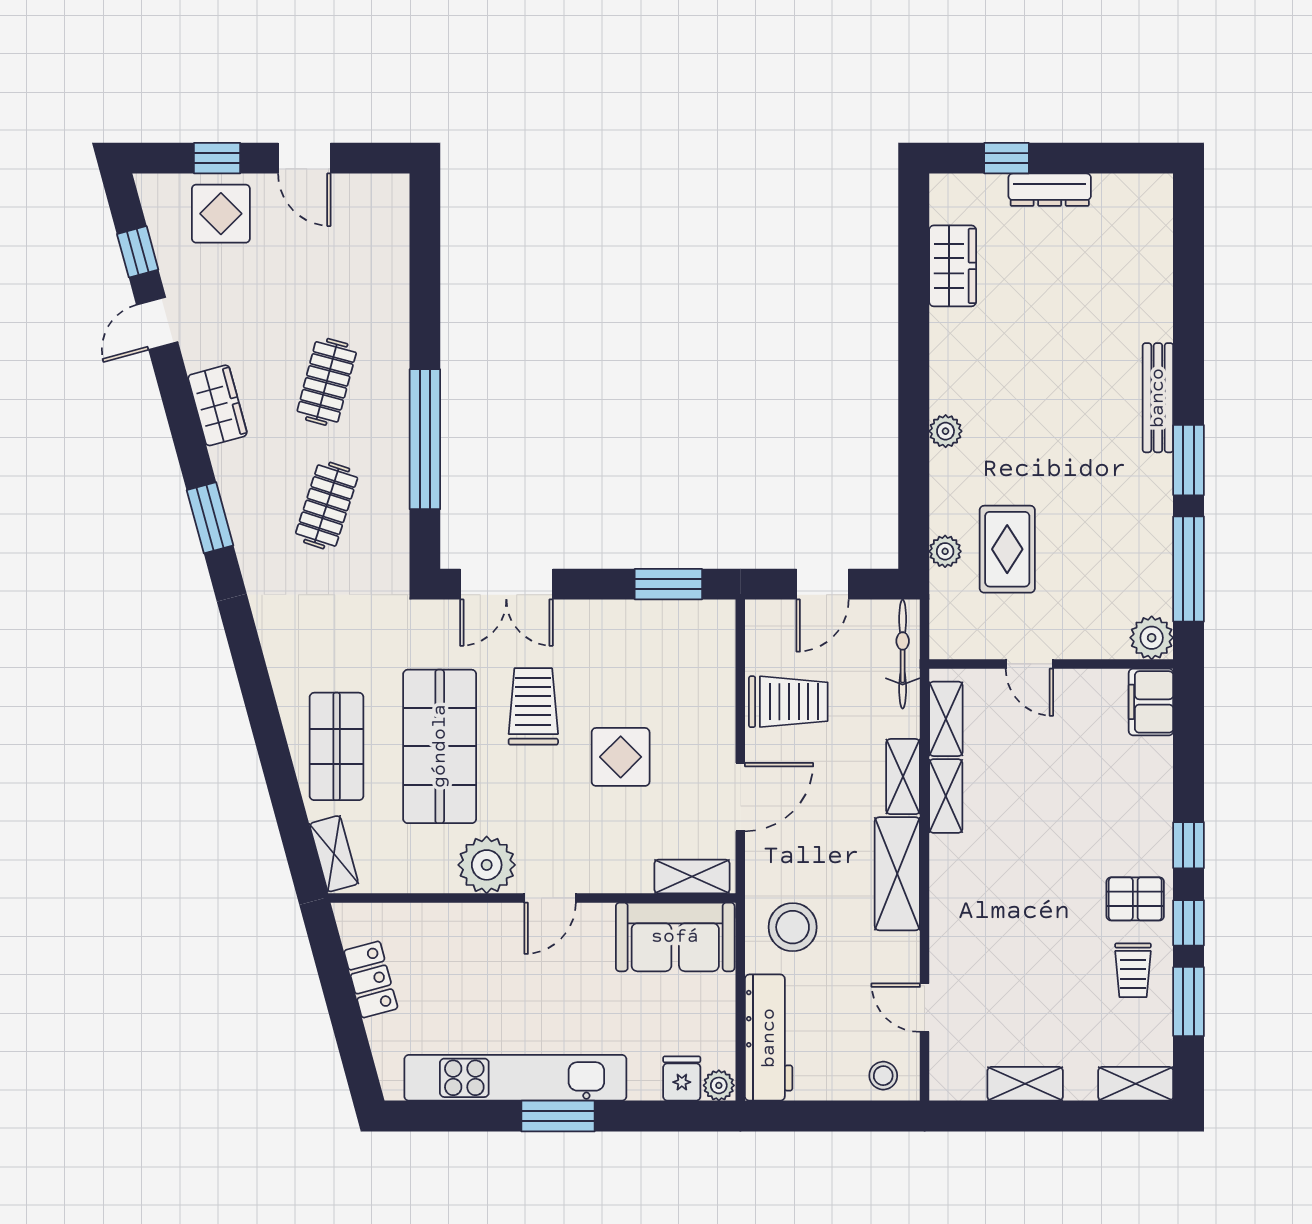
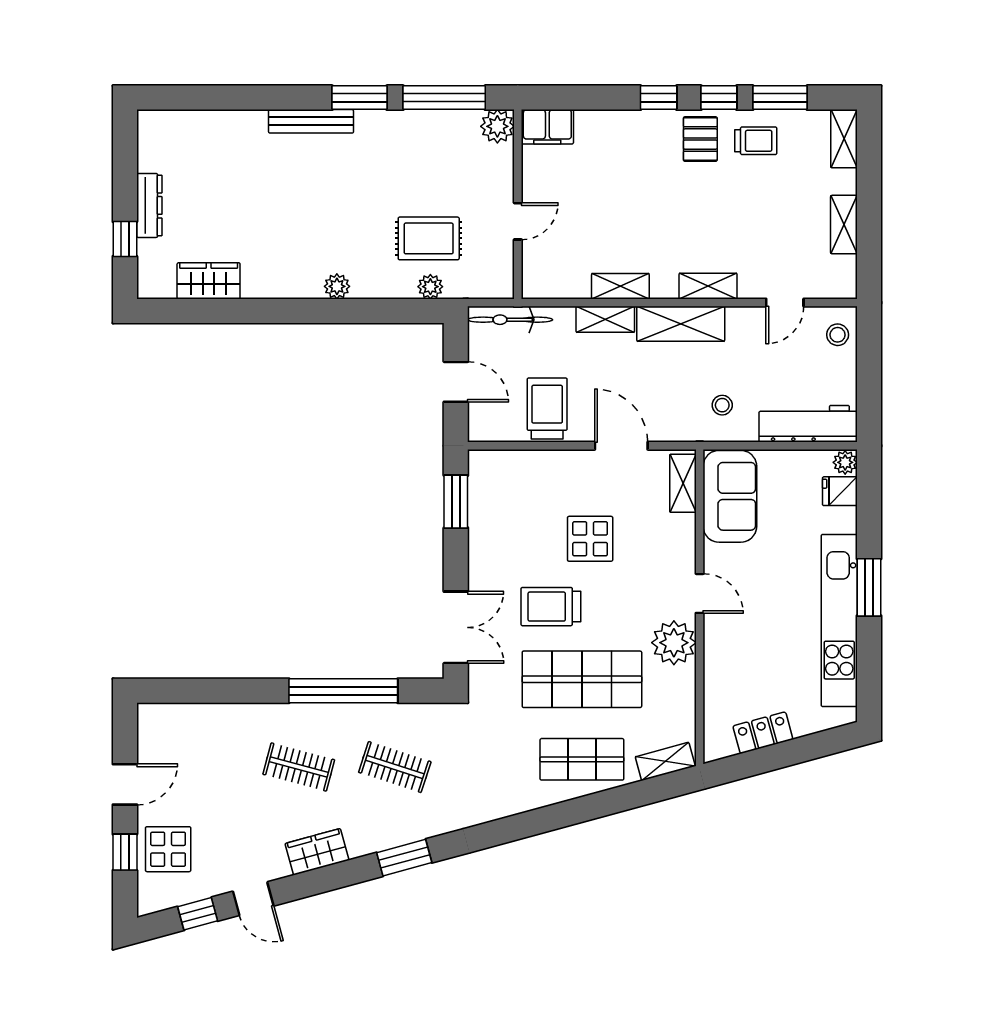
shelving: (946, 719) -> (708, 286), moved
stool: (793, 927) -> (722, 405), width x0.53, depth x0.53

